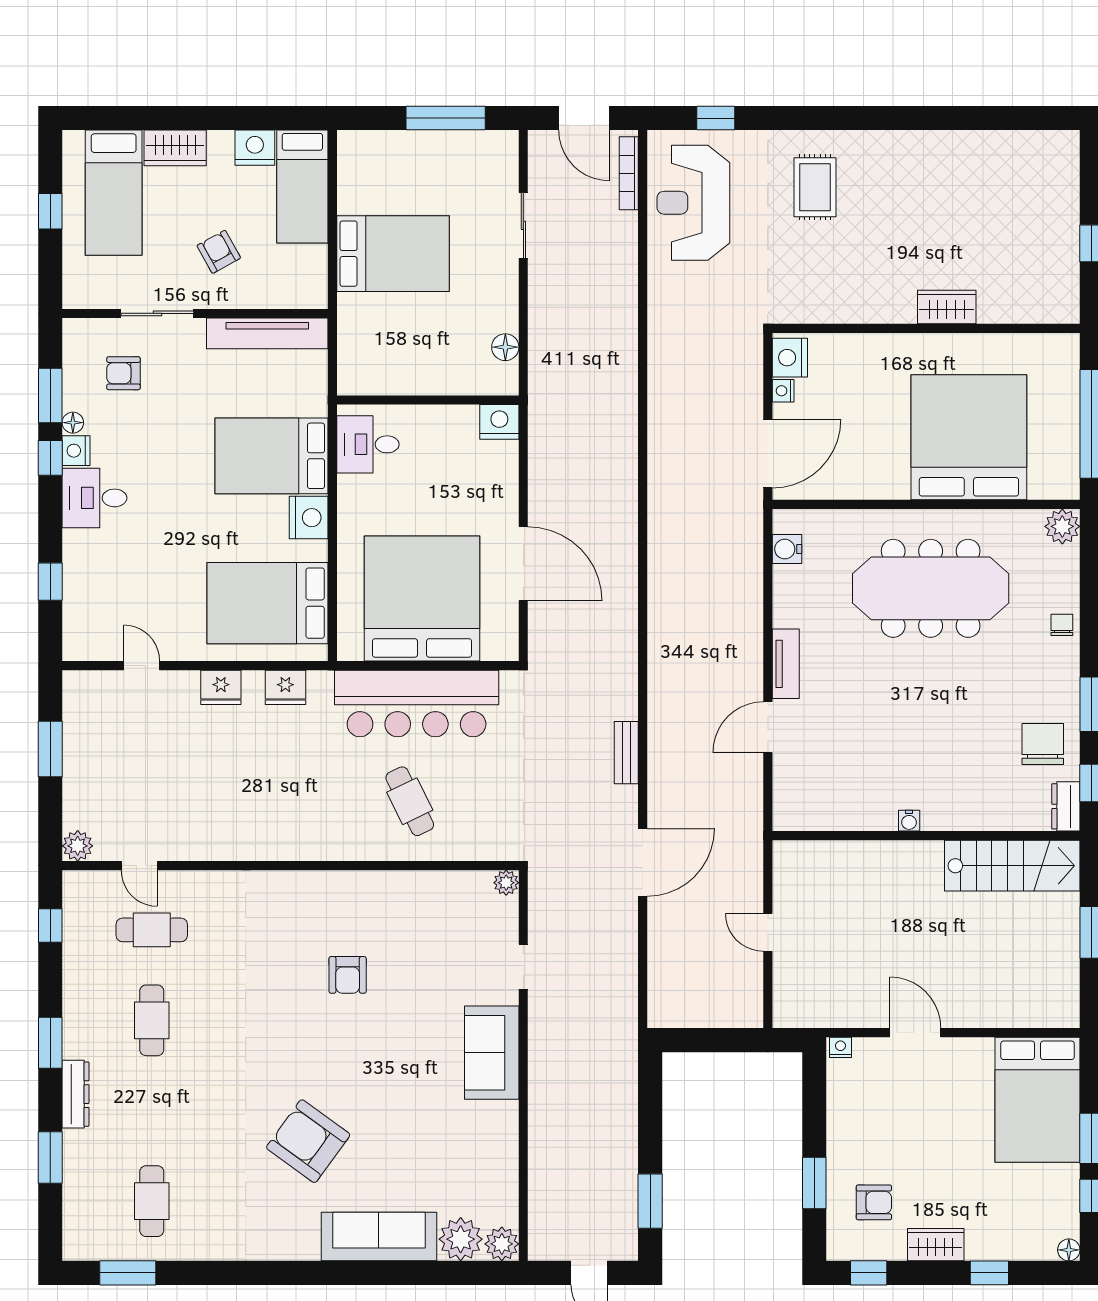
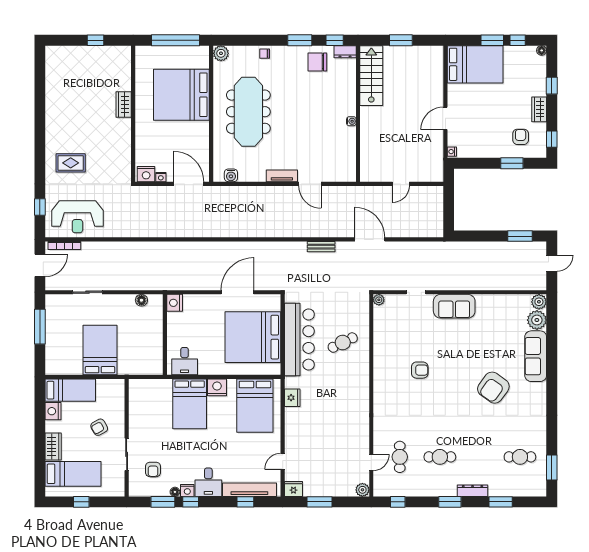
tv unit: (267, 333) -> (249, 490), moved, turned -90
fridge: (221, 687) -> (293, 489), moved, turned -90

